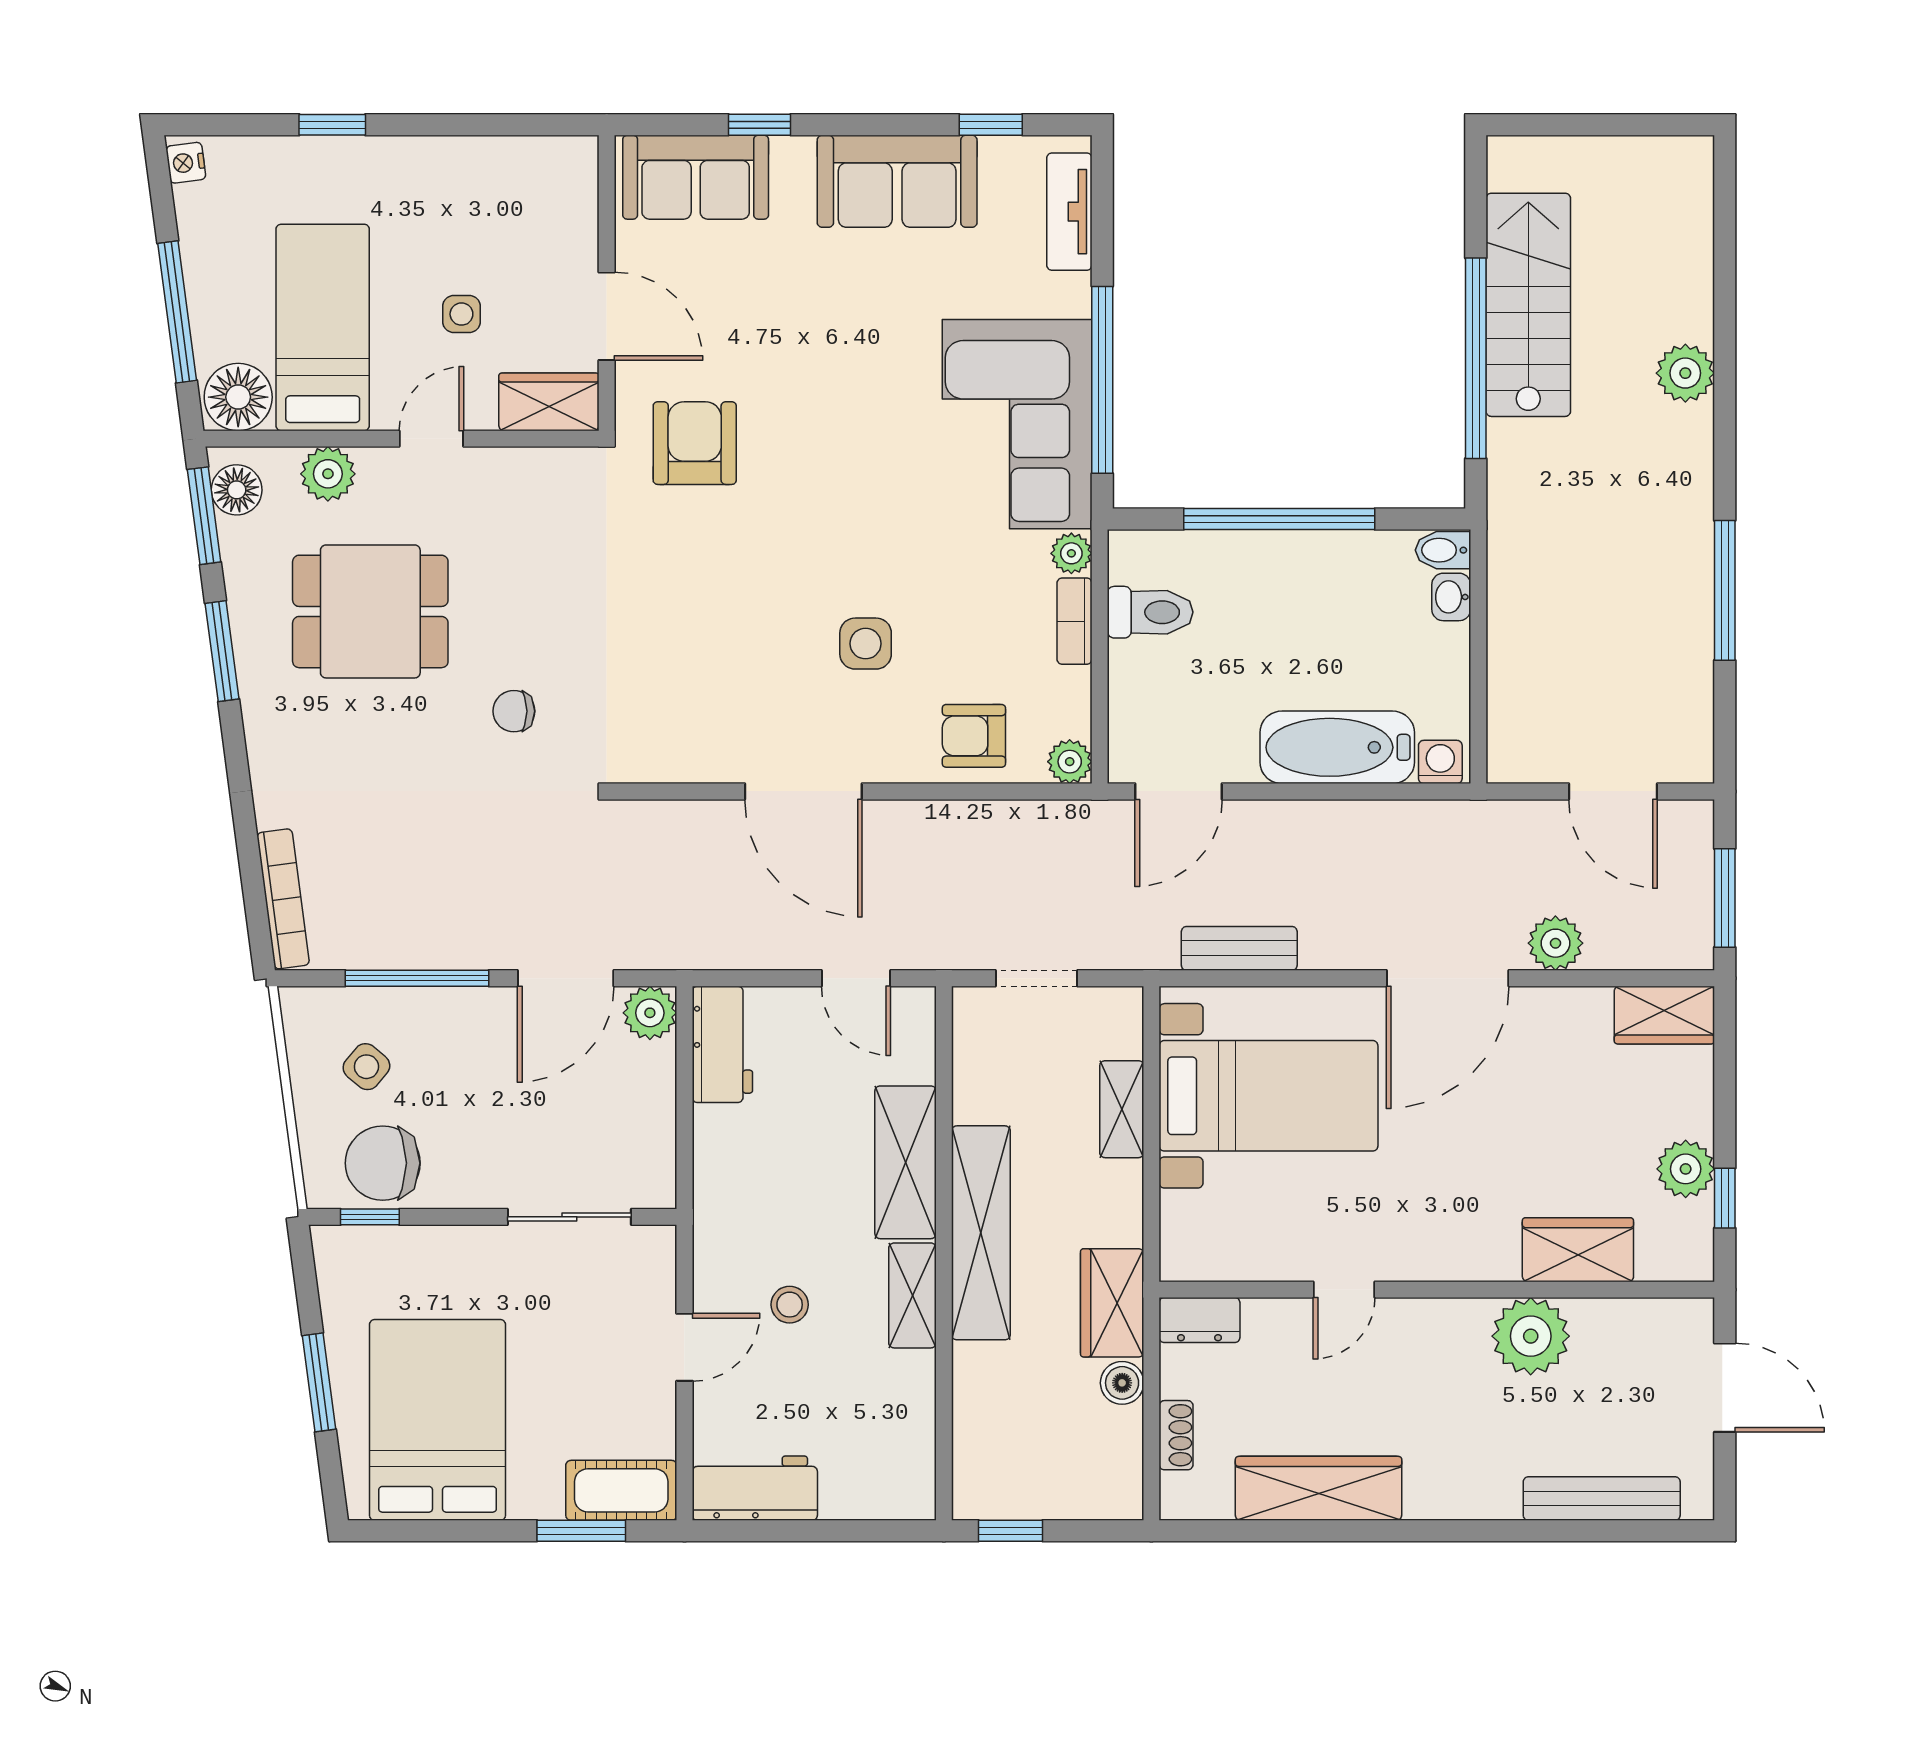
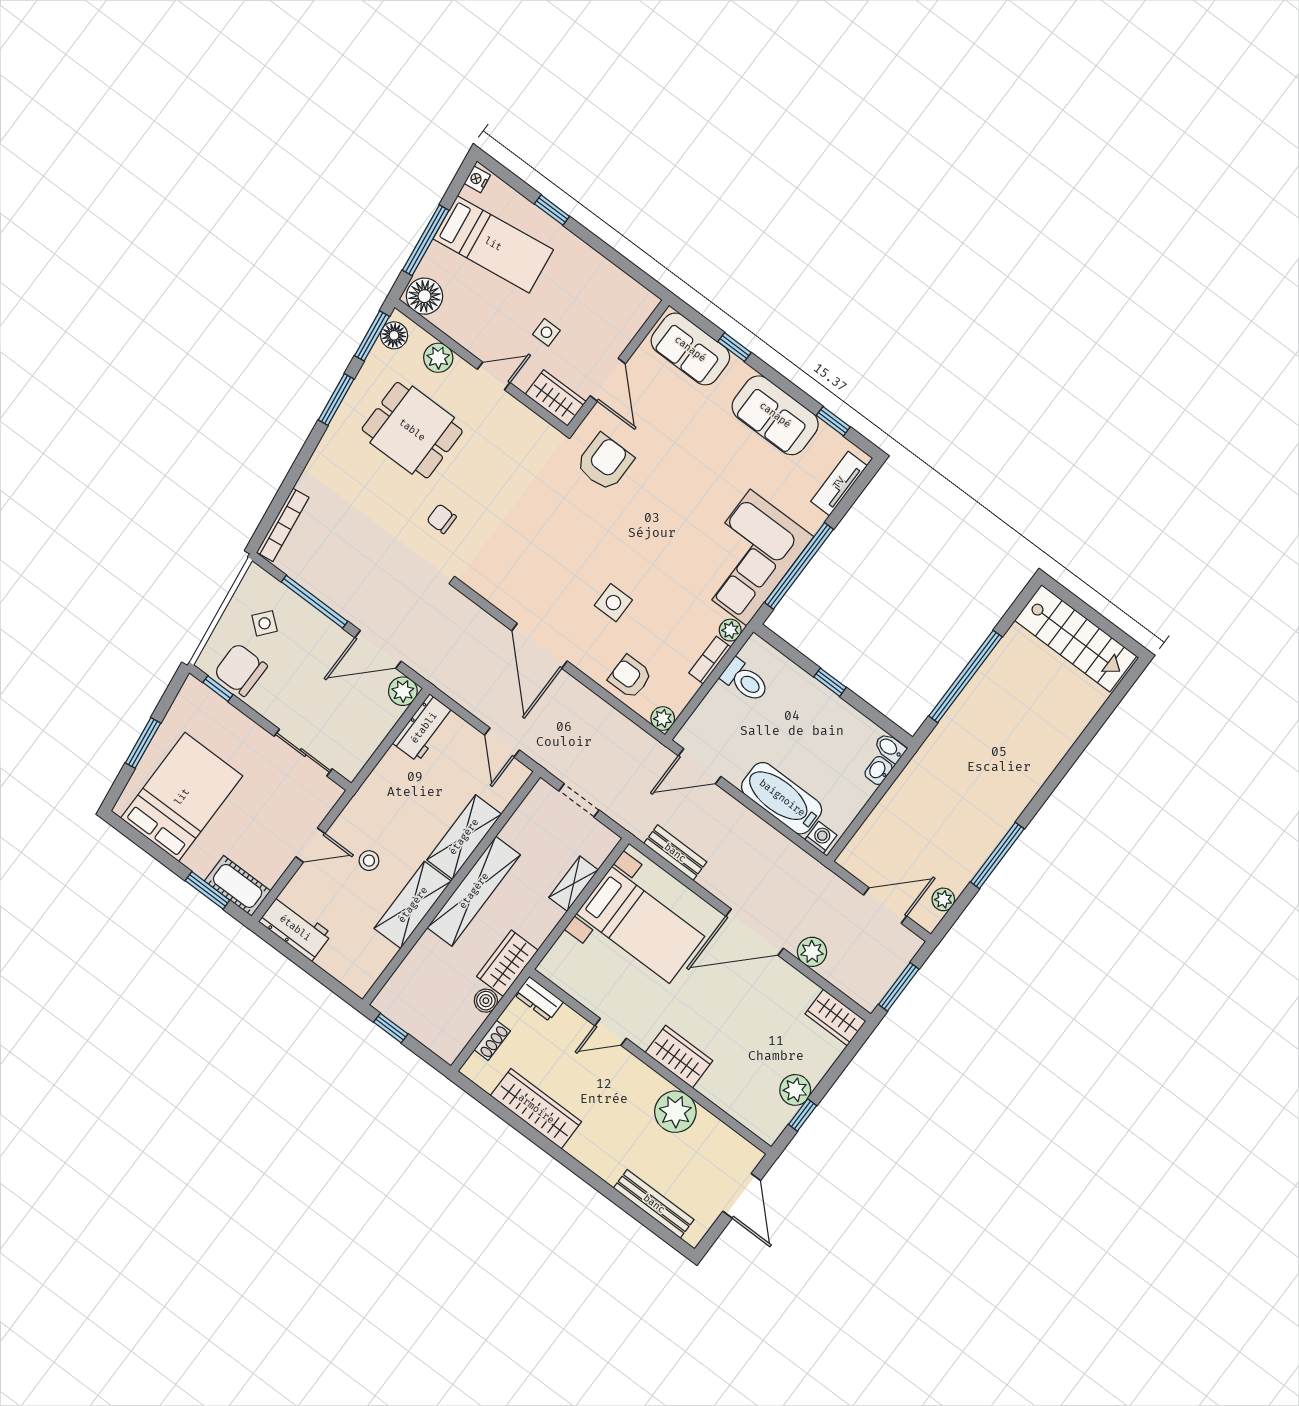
stairs: (1528, 305) -> (1076, 638), moved, turned 90
bed: (323, 327) -> (493, 244), moved, turned 82
plant: (1685, 373) -> (943, 899), moved, width x0.73, depth x0.73
window: (1279, 519) -> (830, 682), width x0.32
door: (1613, 791) -> (885, 905), swing flipped
wardrobe: (1578, 1250) -> (679, 1057), moved
shelving: (912, 1295) -> (413, 905), width x1.50, depth x1.33

